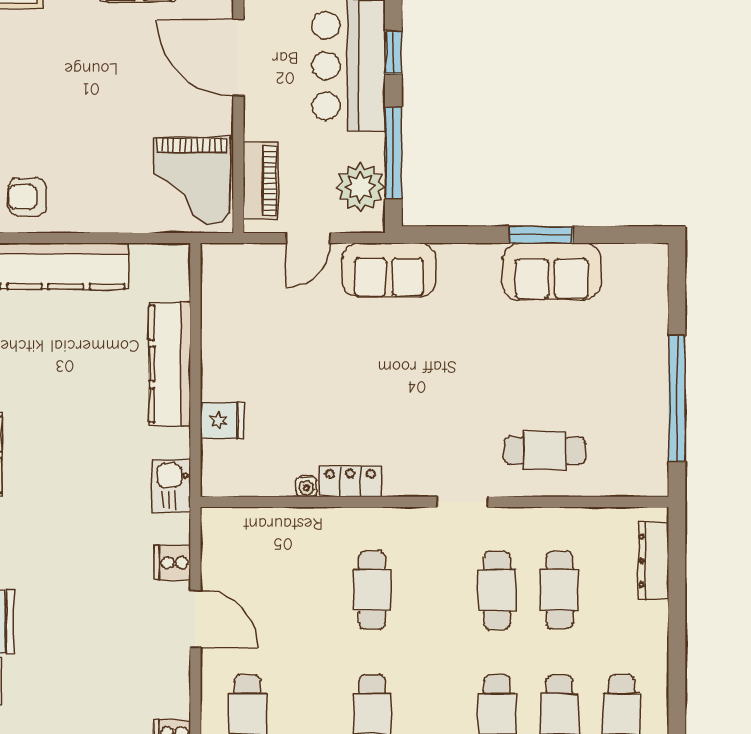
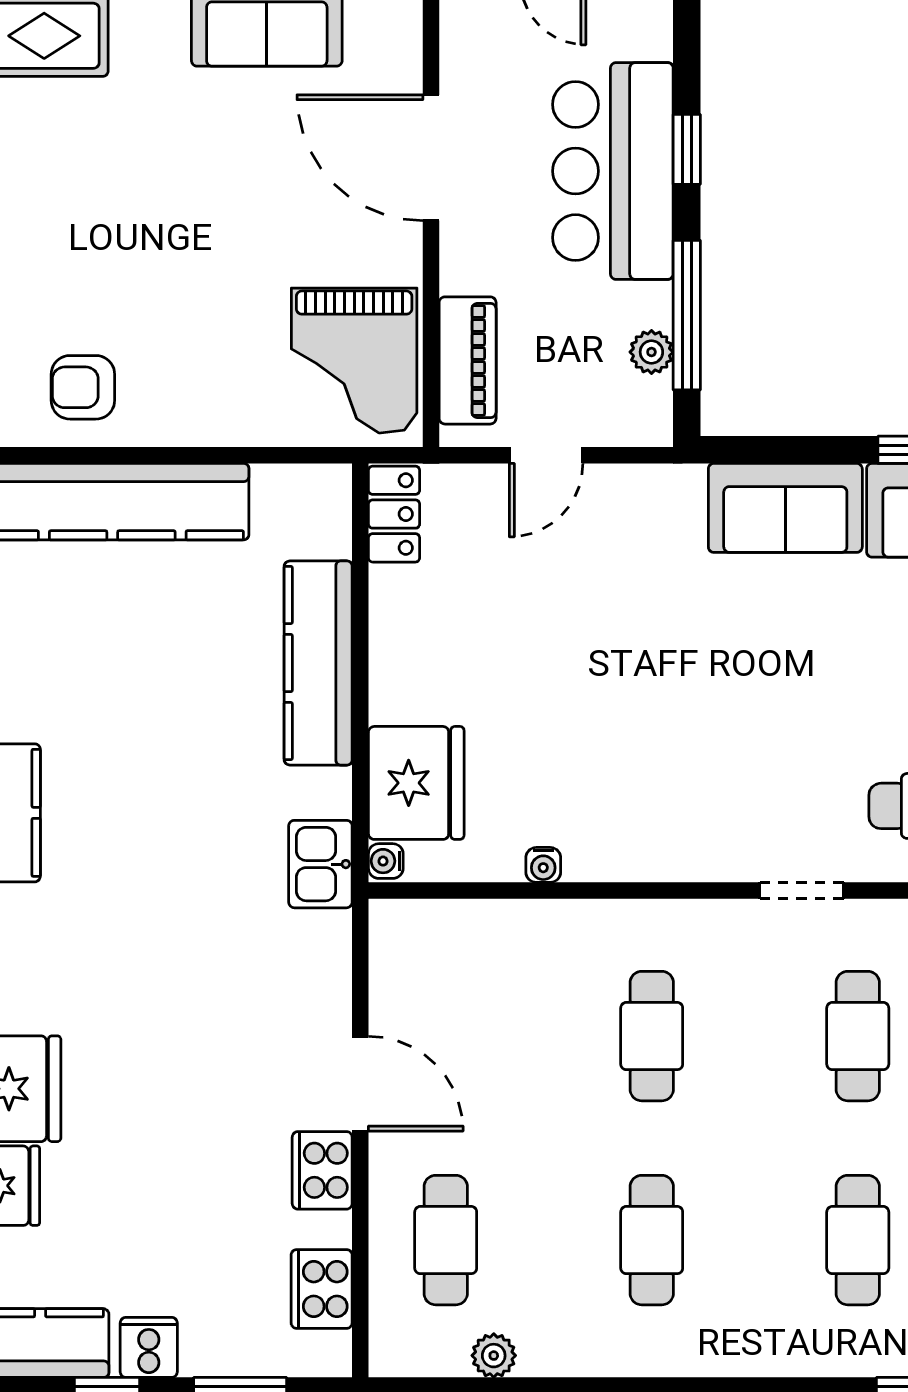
plant: (360, 187) -> (651, 352), width x0.53, depth x0.53
sofa: (389, 270) -> (785, 508), moved
fridge: (222, 421) -> (416, 783), width x1.88, depth x1.34
locker: (350, 481) -> (394, 514), moved, turned 90
water cooler: (211, 484) -> (386, 861), added
cooker: (172, 563) -> (322, 1170), moved, width x1.36

